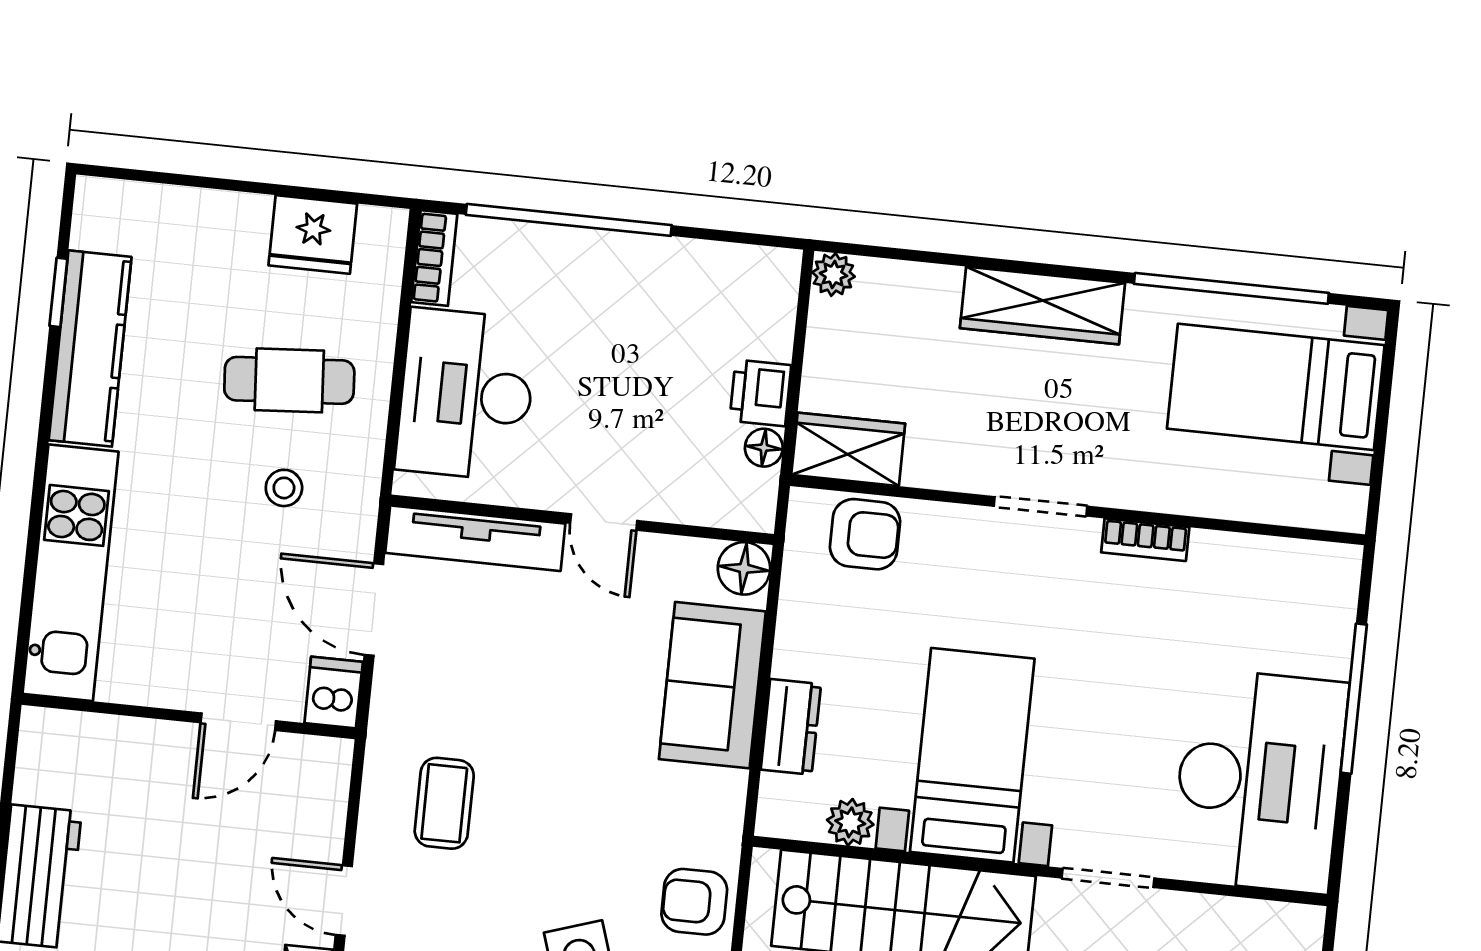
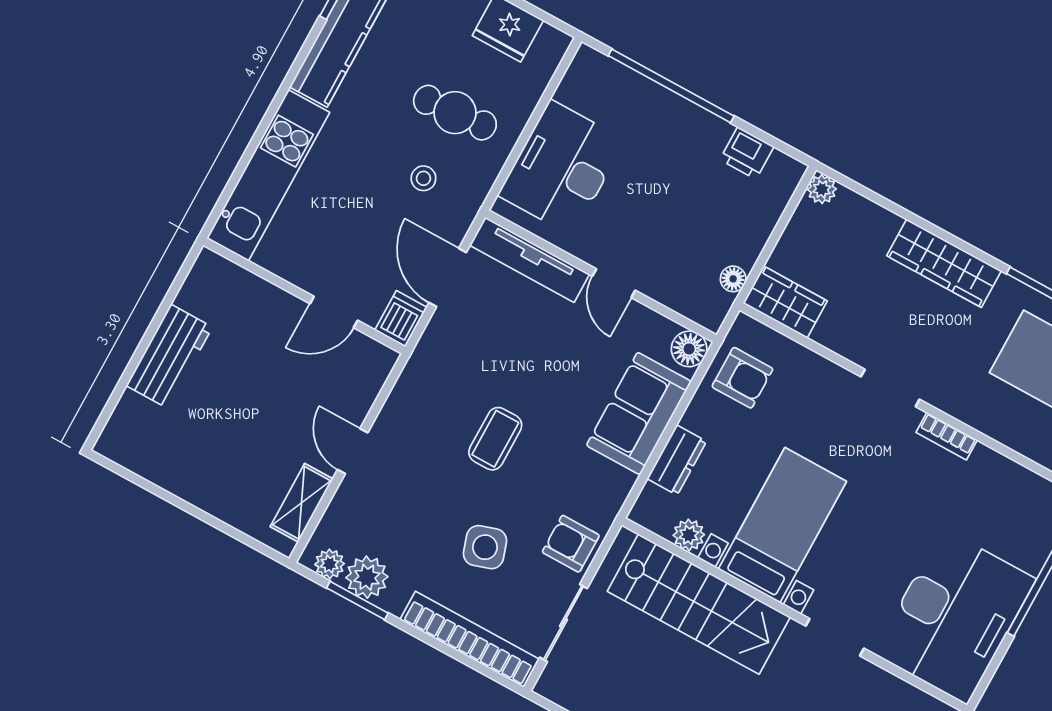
bookcase: (434, 258) -> (577, 74), removed
printer: (760, 393) -> (747, 153), moved, turned -90
armchair: (865, 534) -> (742, 378), moved
coffee table: (444, 803) -> (495, 439), moved

